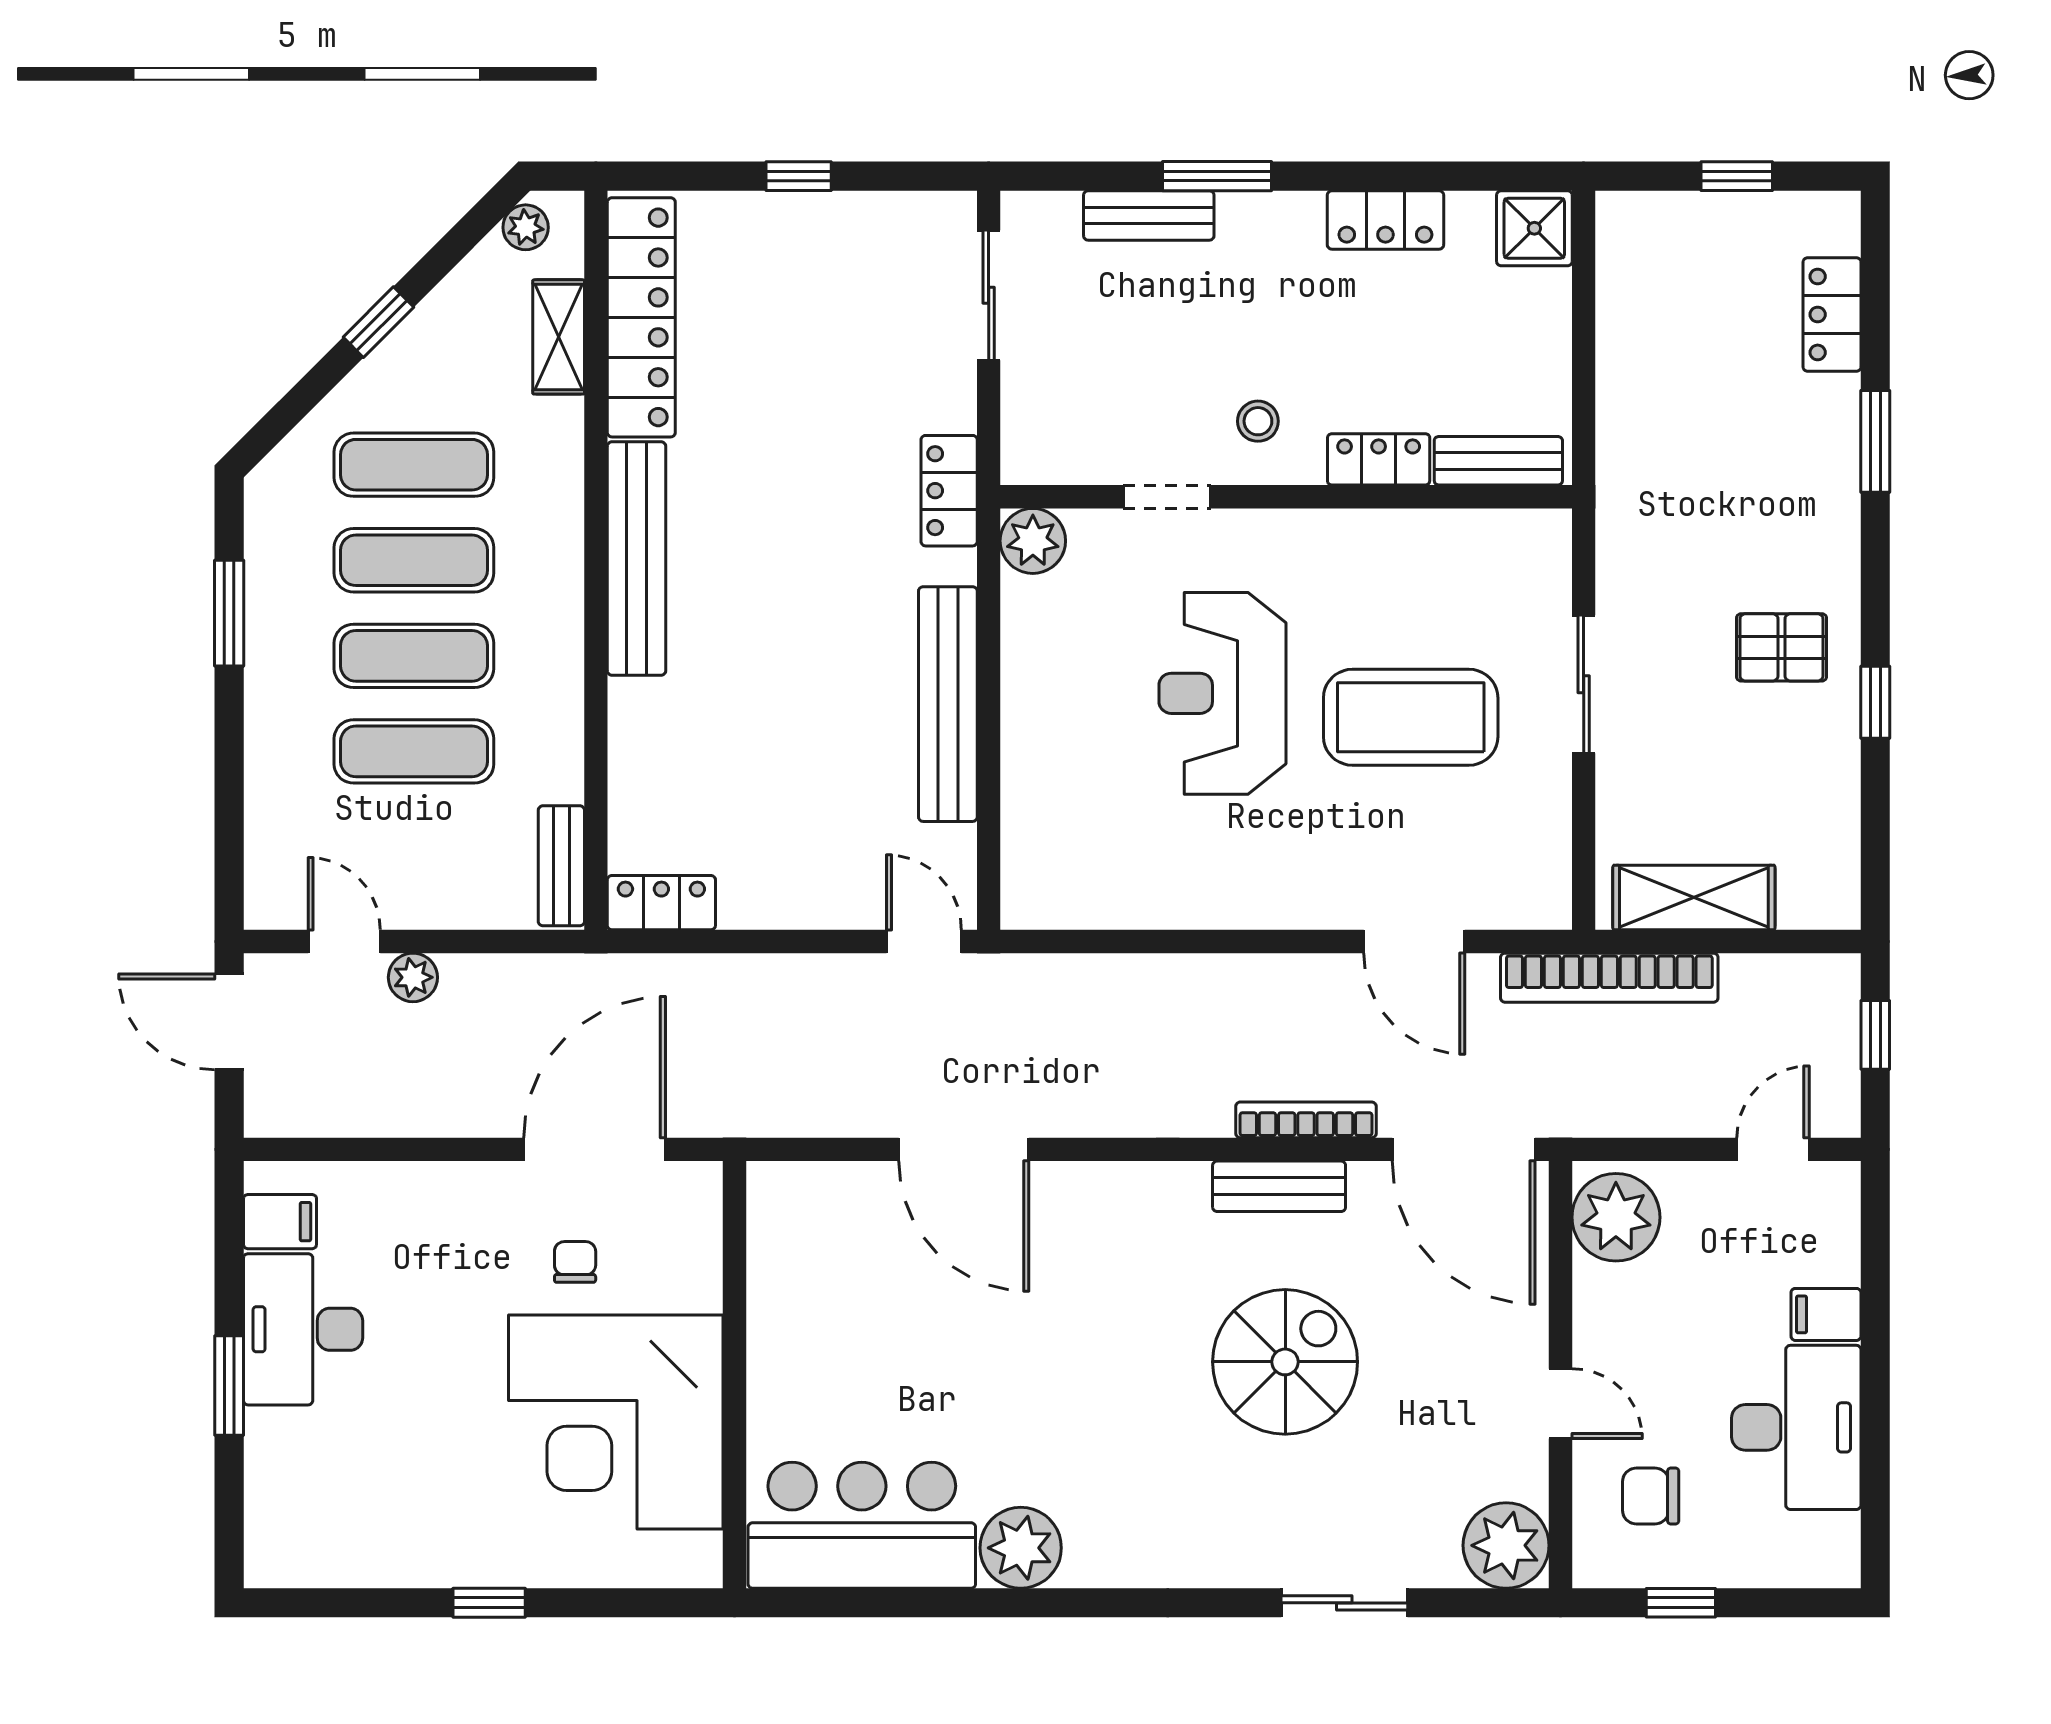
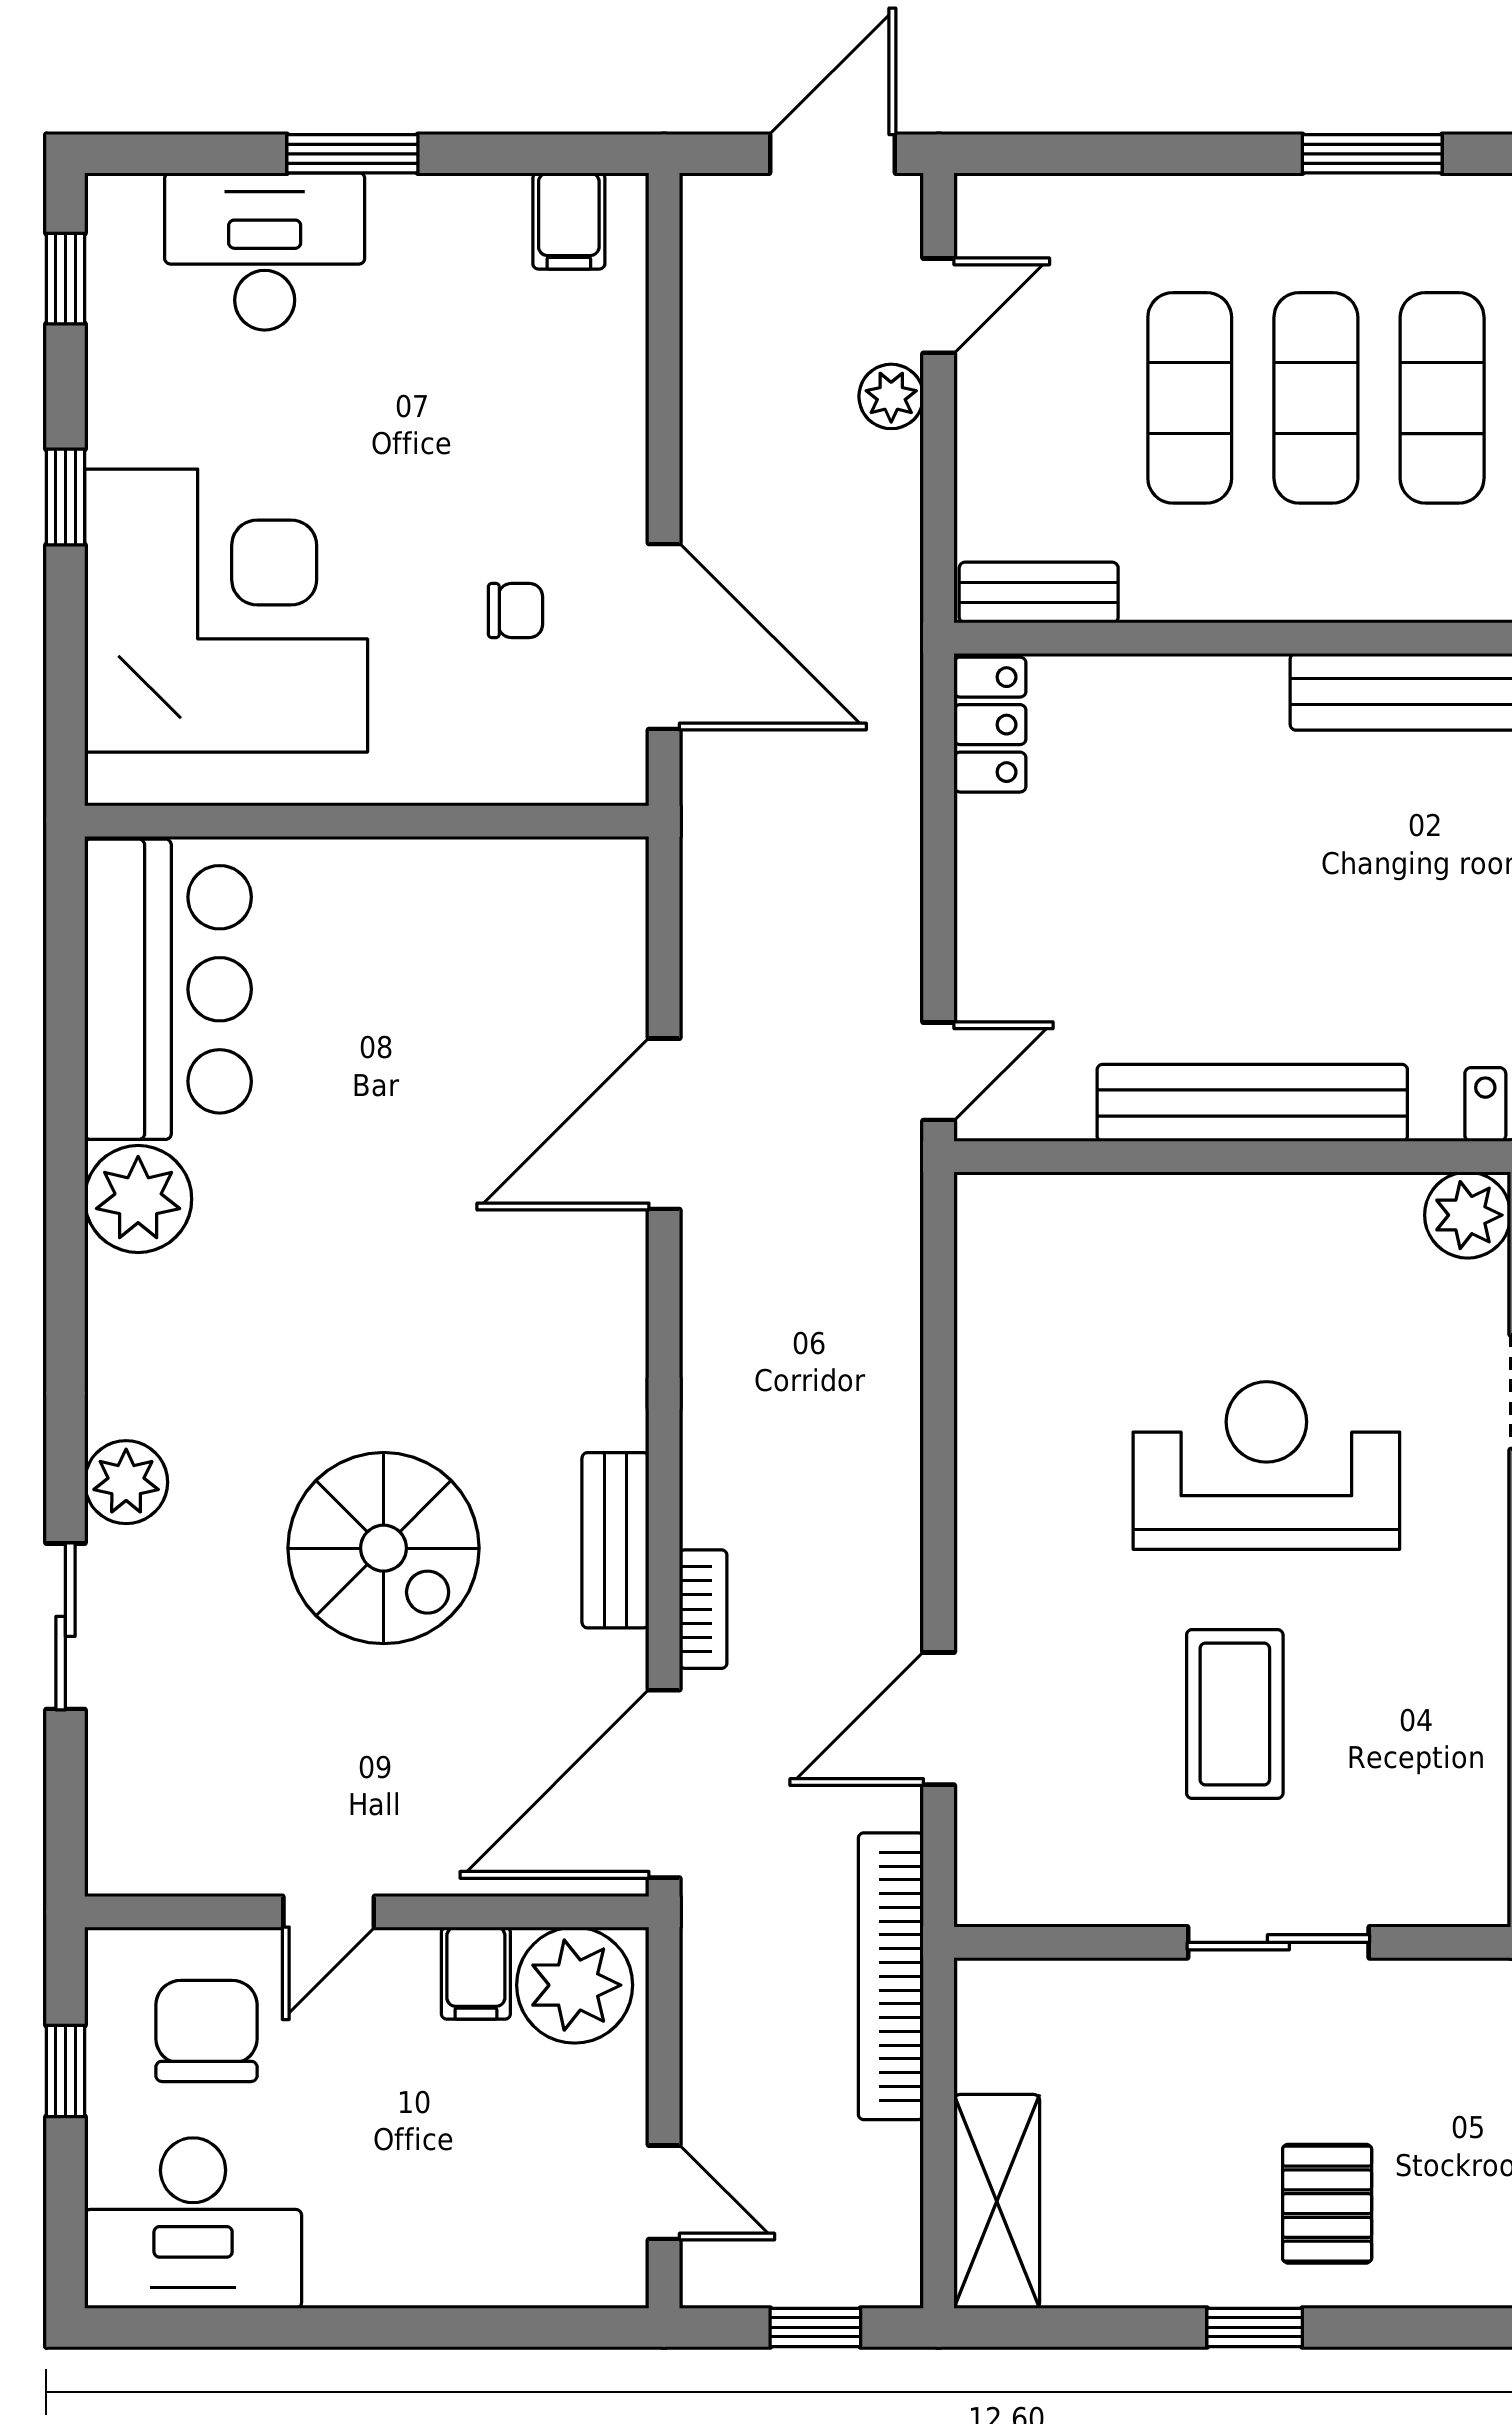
coffee table: (1411, 717) -> (1235, 1714), width x0.73, depth x0.76
shelving: (1694, 898) -> (997, 2201), moved
bookcase: (1306, 1120) -> (703, 1609), width x0.64
filing cabinet: (1826, 1314) -> (476, 1973), moved, turned 180
desk: (303, 1329) -> (265, 251), moved
corner desk: (616, 1422) -> (226, 611), moved, turned 90
desk: (1796, 1427) -> (193, 2223), moved
chair: (1651, 1496) -> (207, 2031), width x1.37, depth x1.37
plant: (1506, 1545) -> (126, 1482), moved, width x0.73, depth x0.73
window: (324, 1603) -> (65, 279), added

